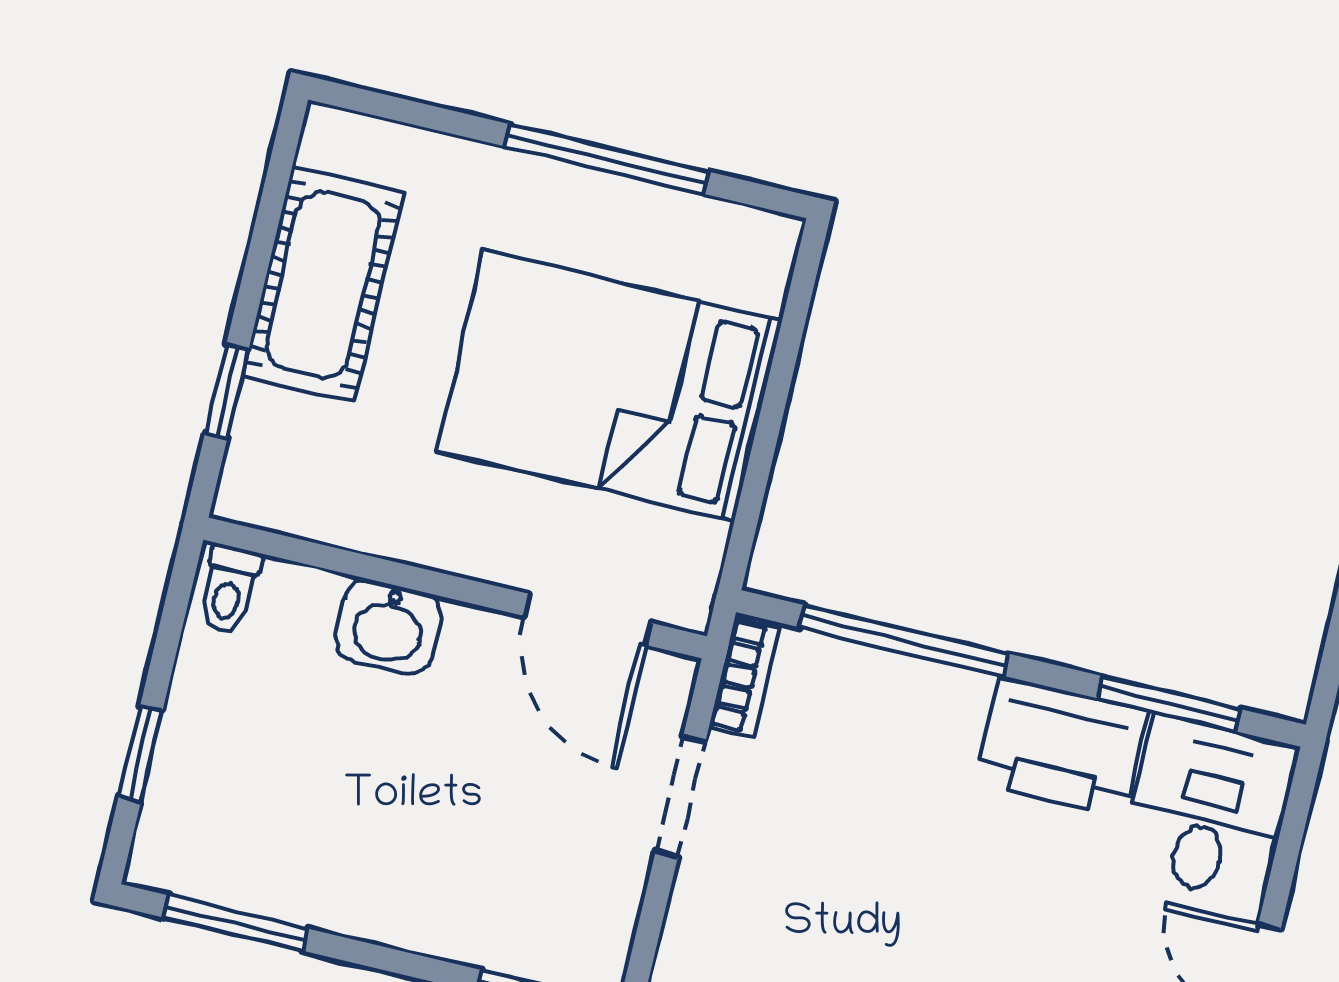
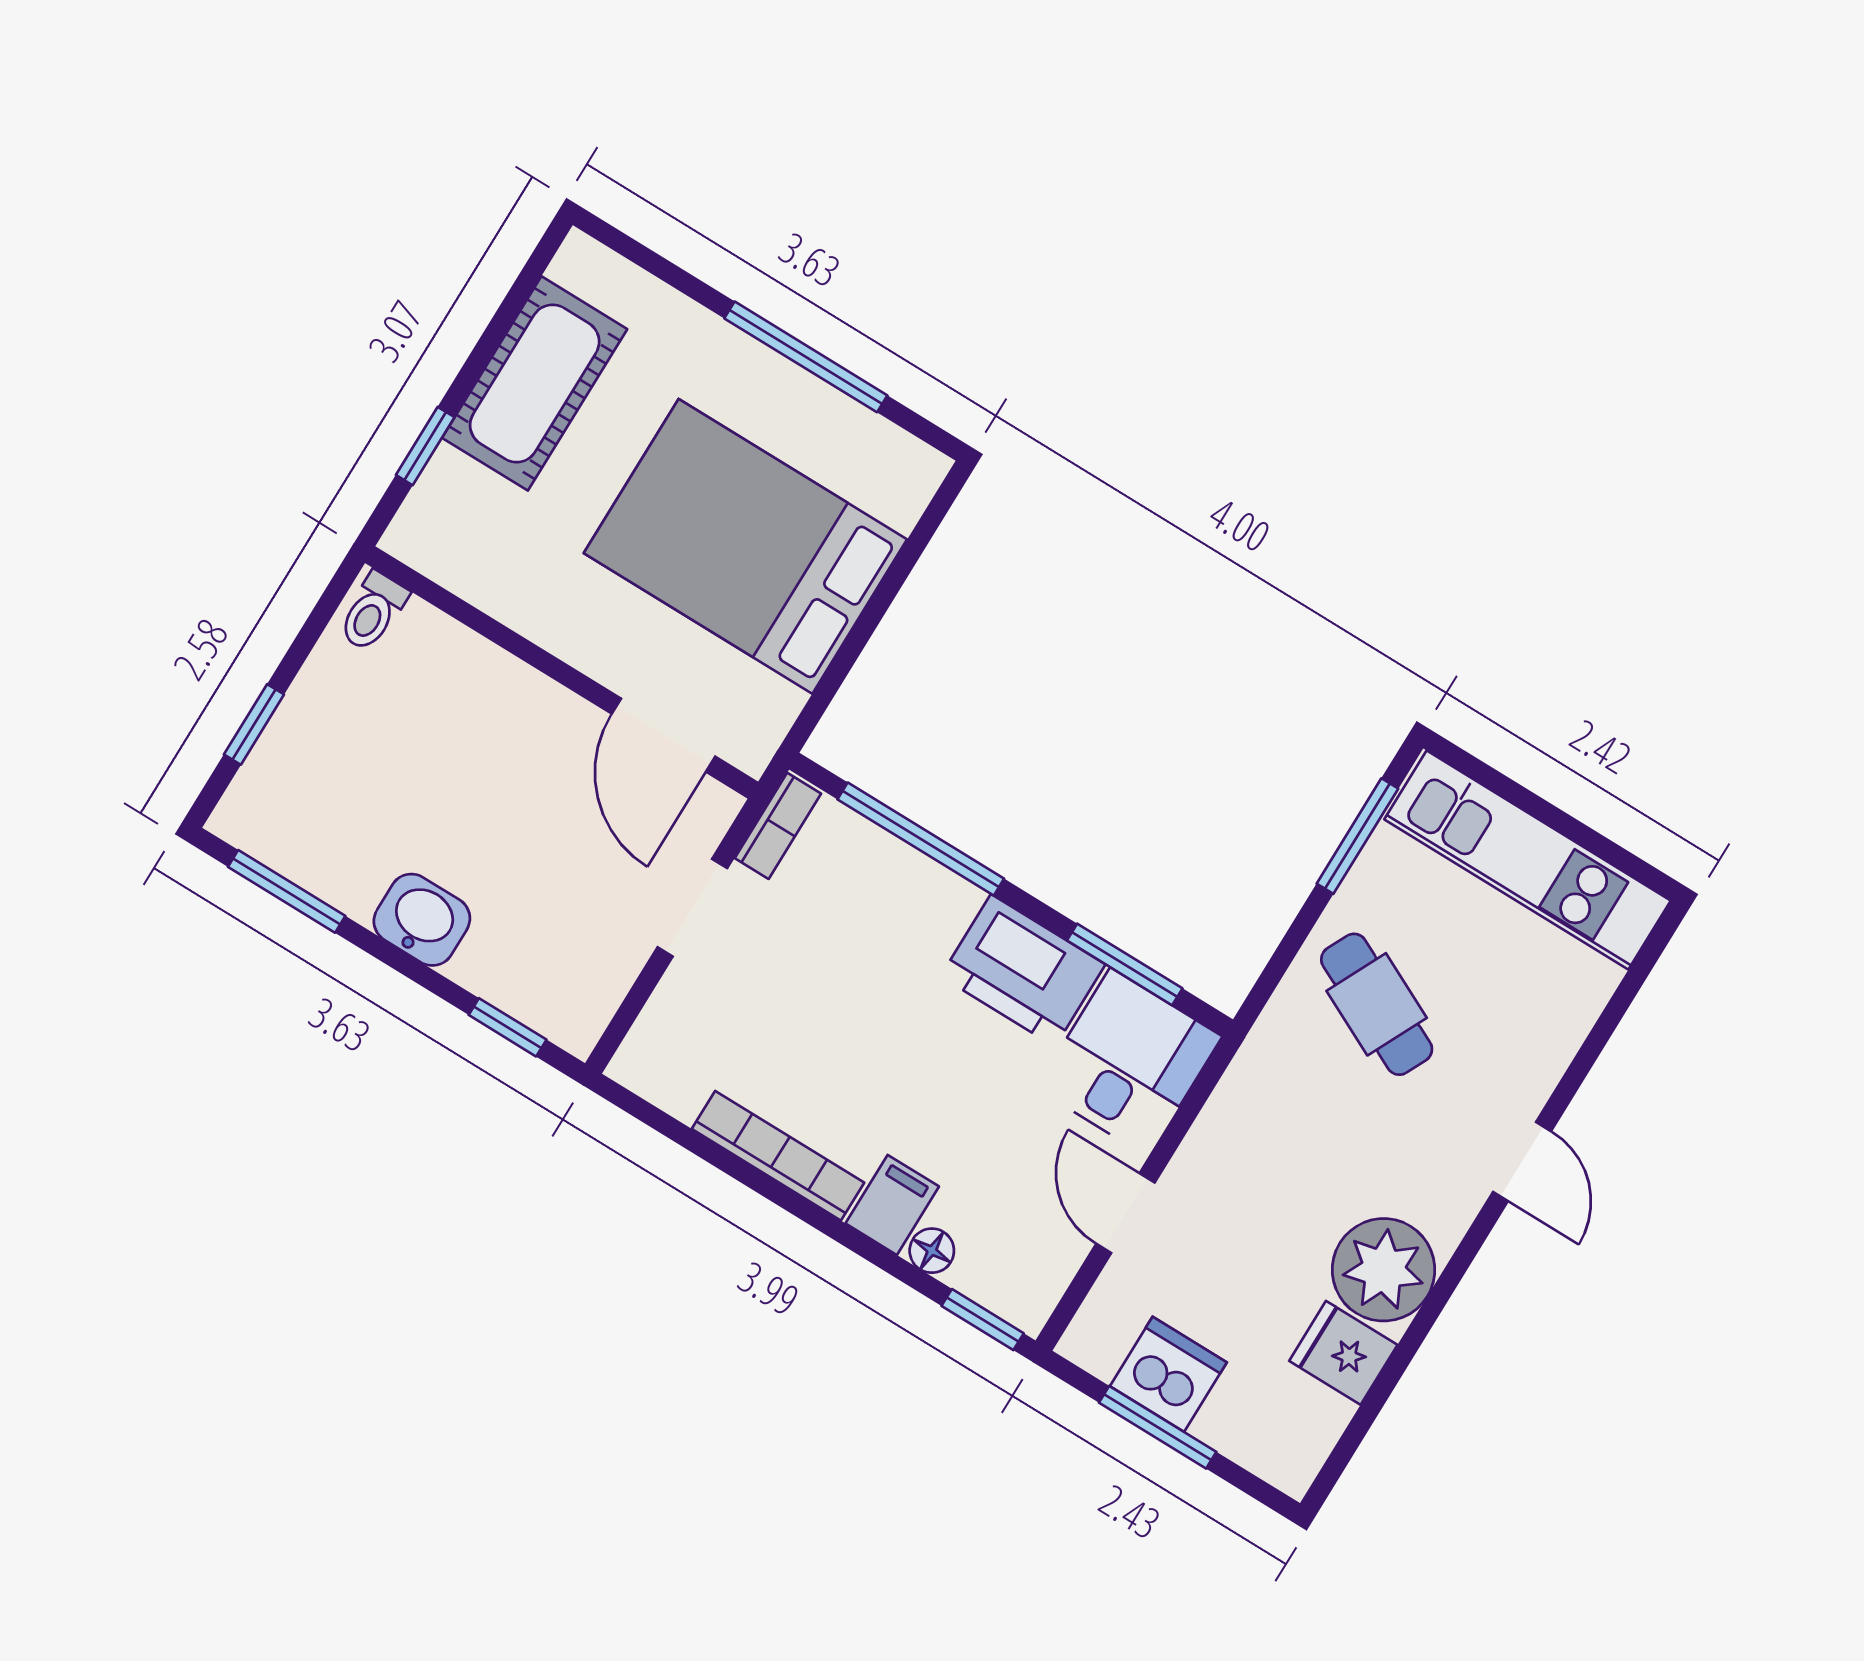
washbasin: (388, 627) -> (422, 920), moved, turned 180

